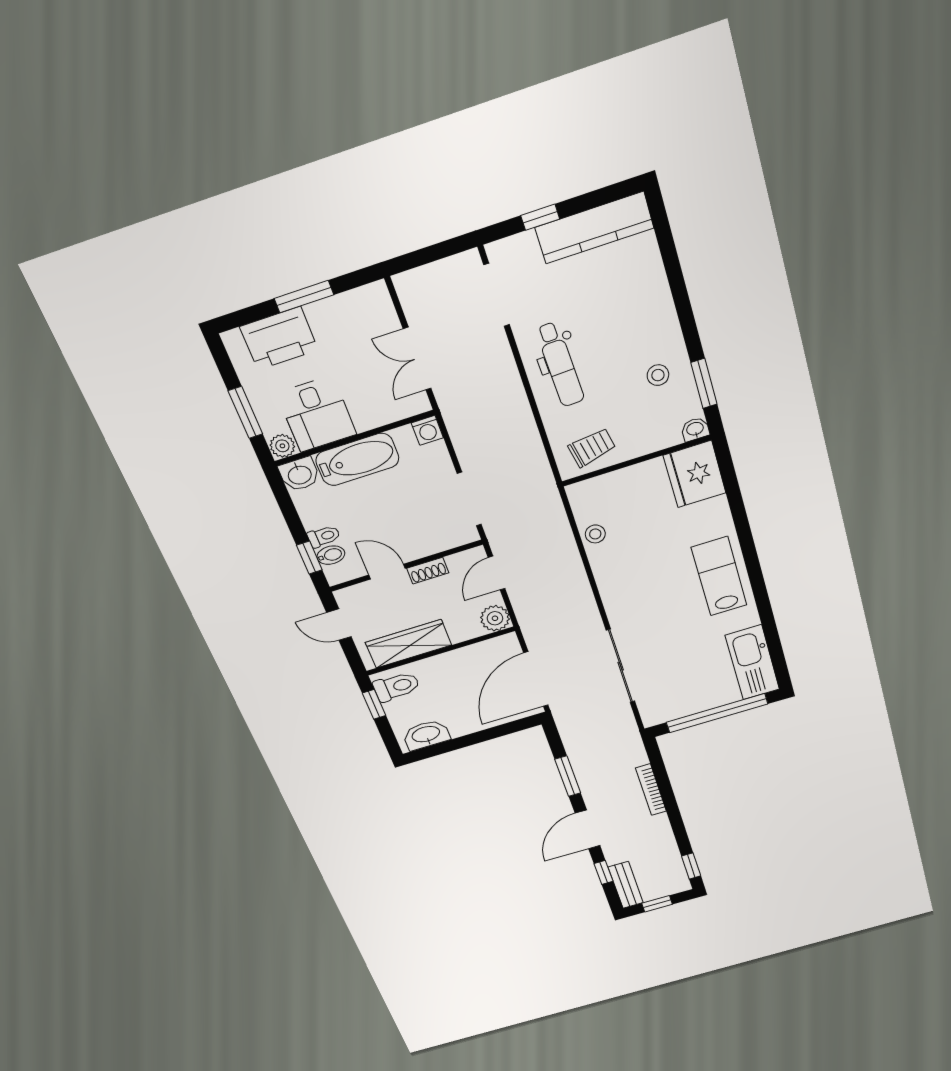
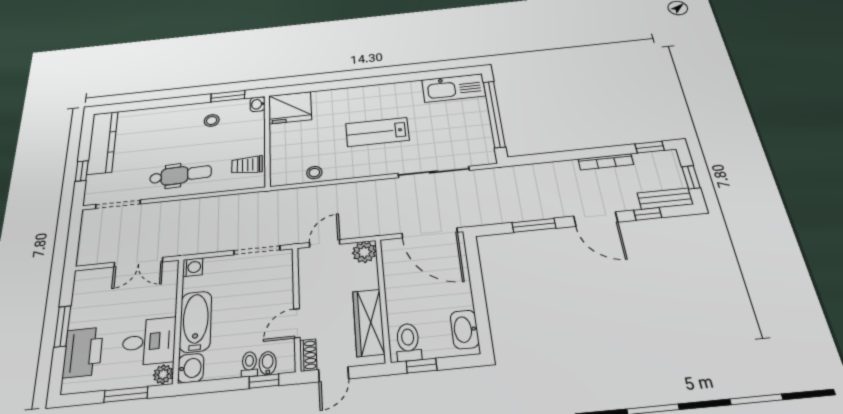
trolley: (592, 447) -> (247, 165), turned -79
shoe rack: (428, 571) -> (308, 355), moved
door: (497, 573) -> (325, 243), swing flipped
lab bench: (719, 576) -> (377, 132), moved
bookcase: (651, 790) -> (606, 162), moved

